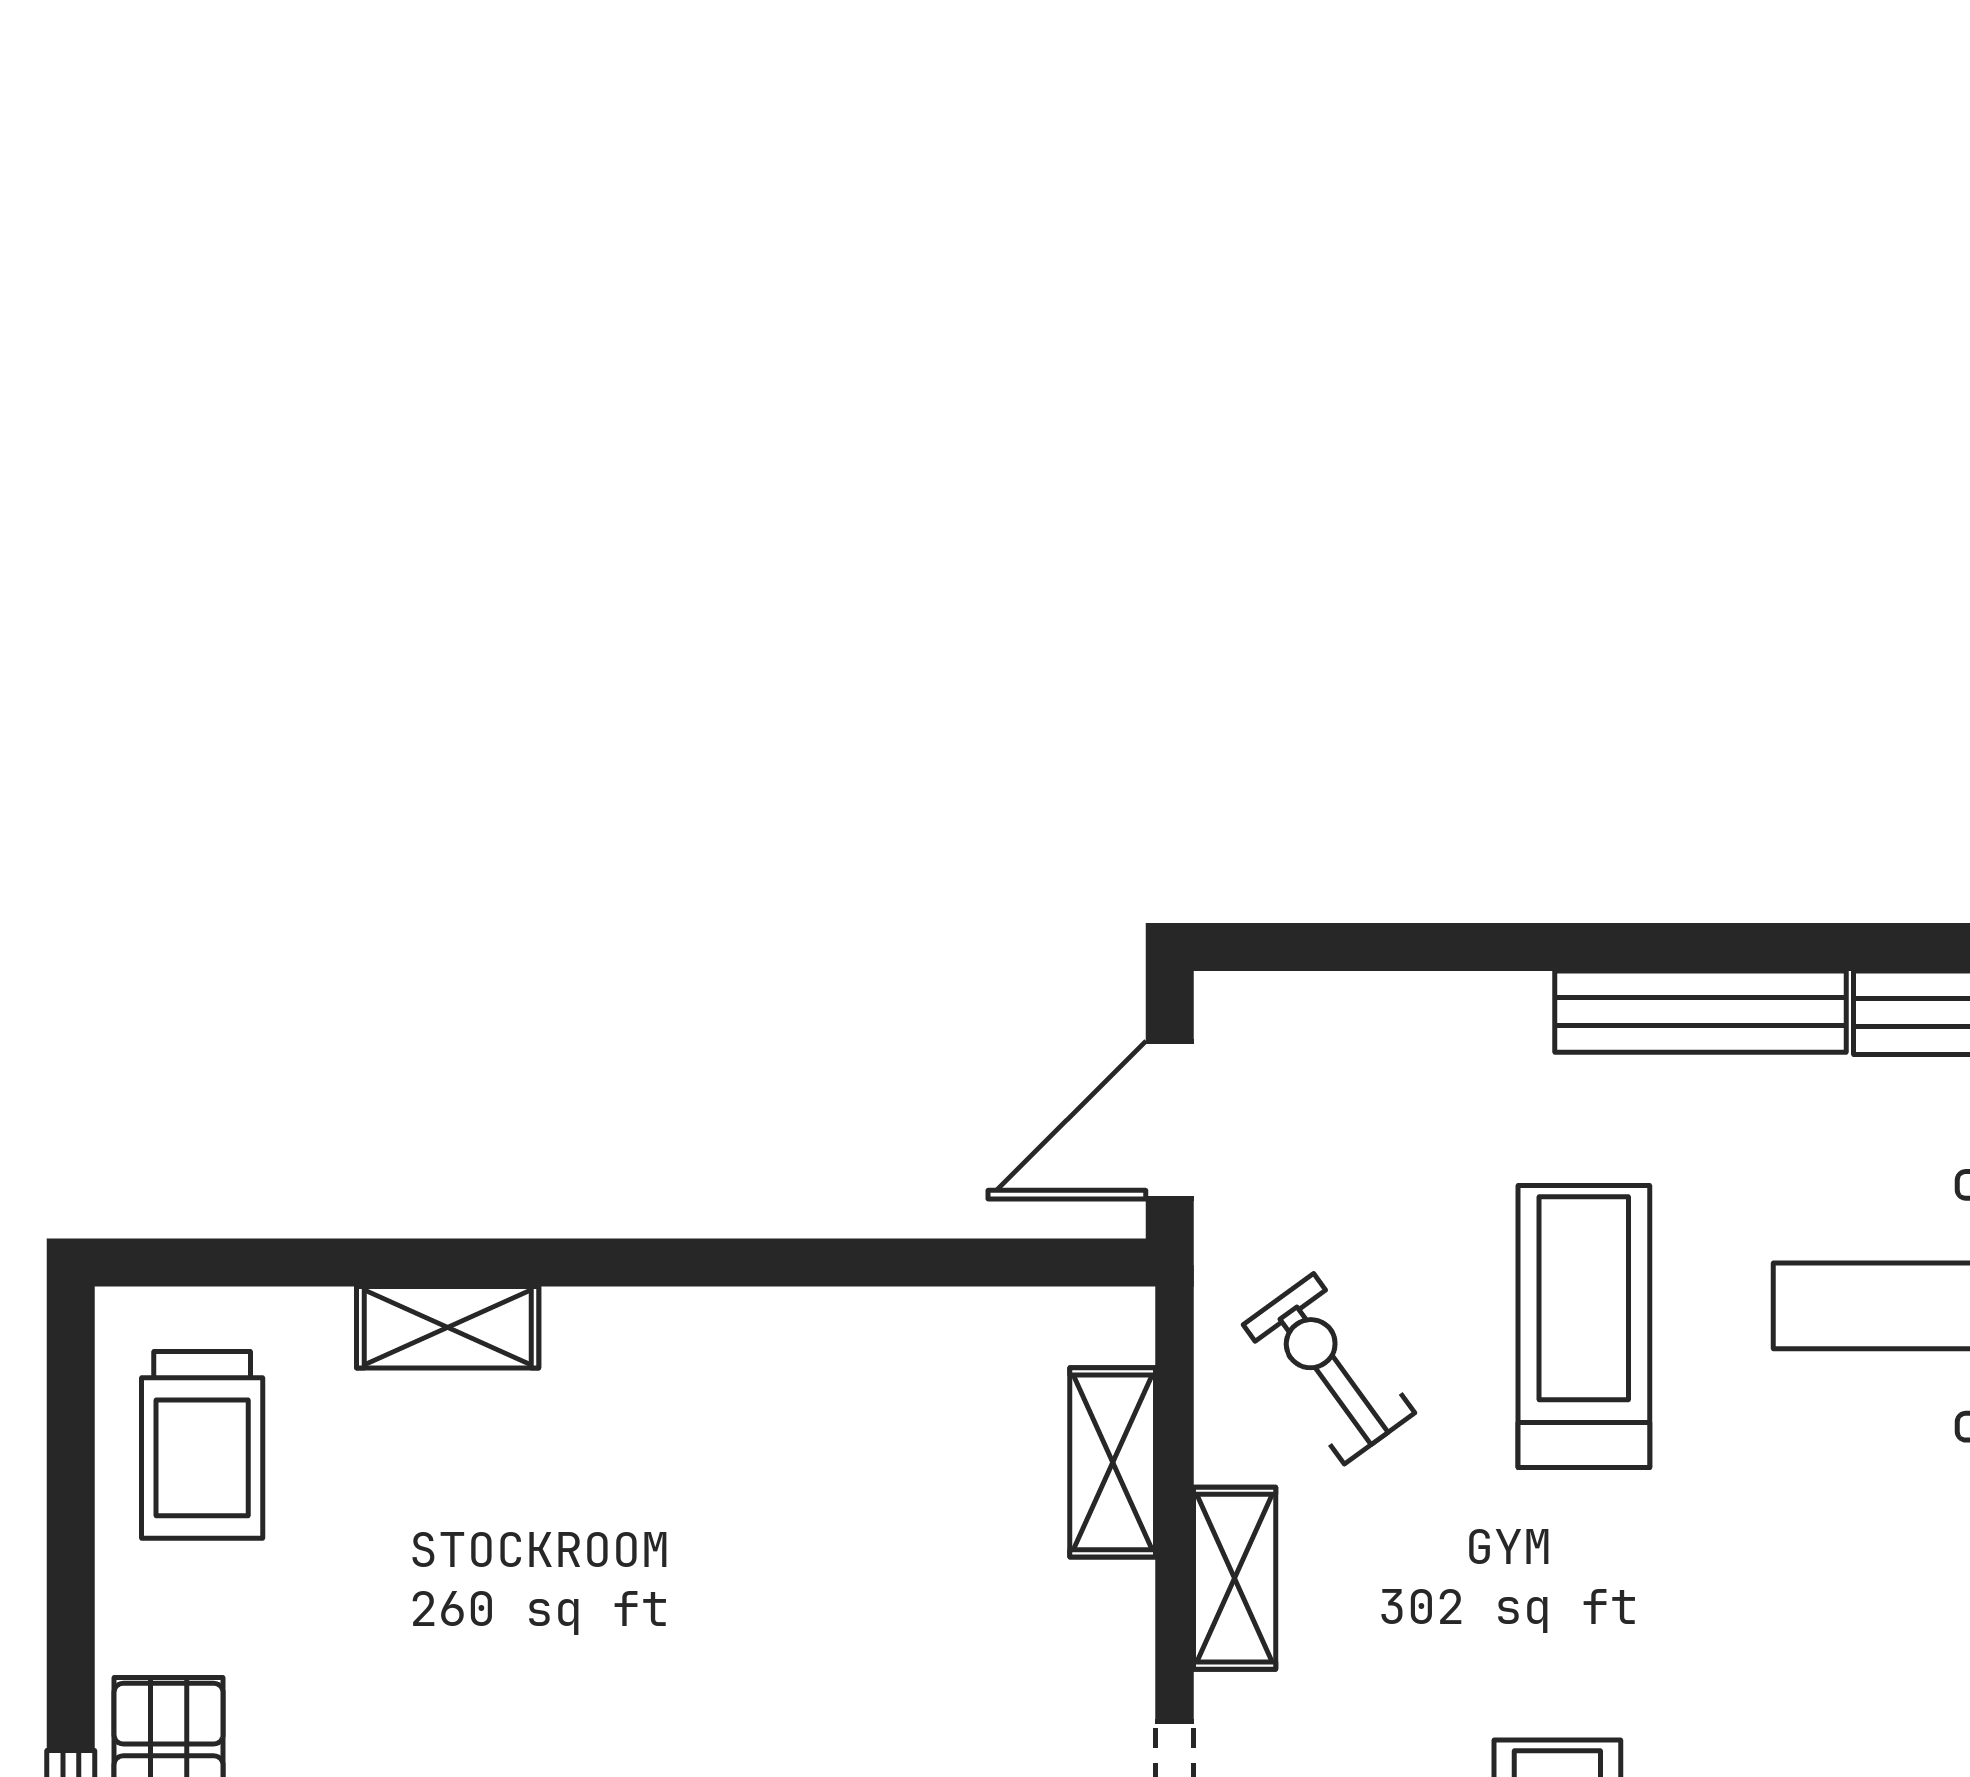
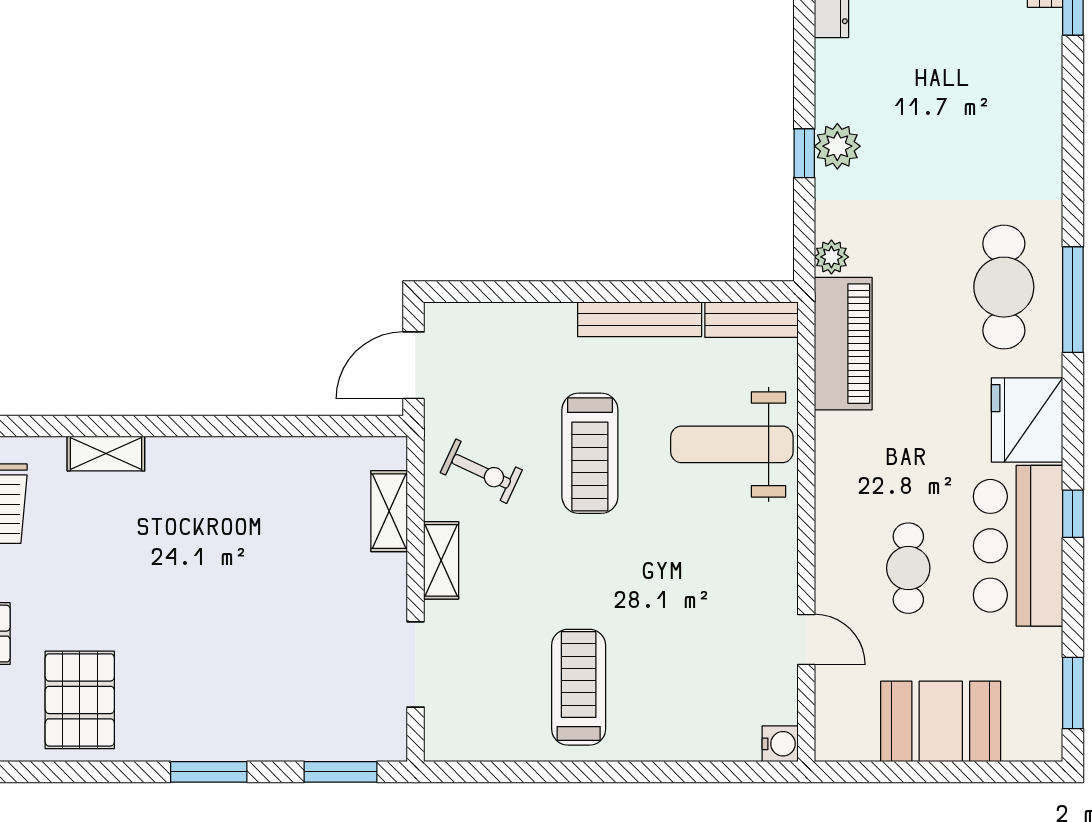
treadmill: (1584, 1327) -> (590, 453), turned 180
exercise bike: (1329, 1369) -> (481, 471), turned 151

